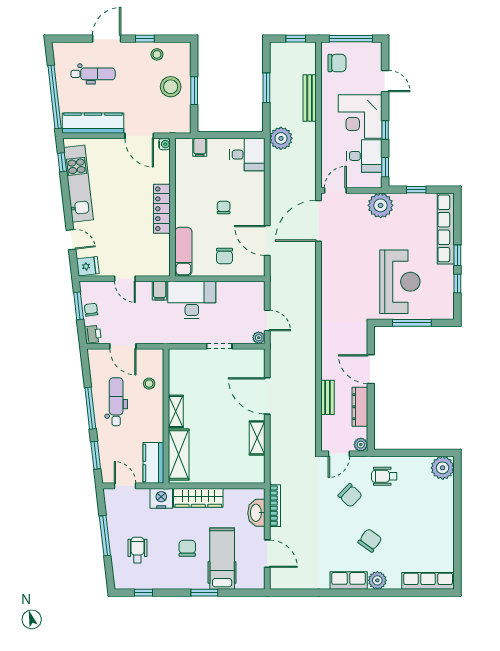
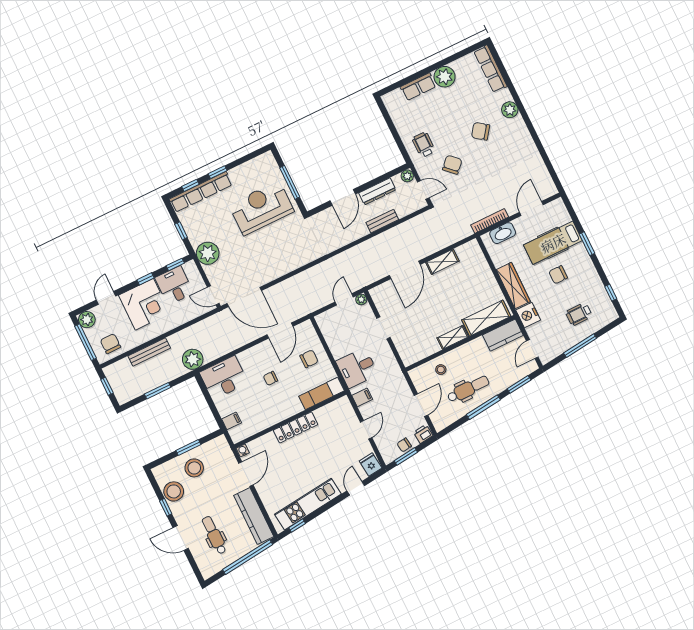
plant: (373, 51) -> (87, 320), added
stool: (157, 54) -> (174, 491), width x1.89, depth x1.89
desk: (247, 155) -> (224, 378), width x1.37
window: (457, 284) -> (190, 185), moved
desk: (192, 300) -> (357, 368), width x0.73
dental chair: (116, 402) -> (468, 389), turned 180
plant: (443, 468) -> (445, 77), moved
wheelchair: (384, 476) -> (424, 145), turned 180
row of seats: (349, 581) -> (418, 87), moved, turned -90

